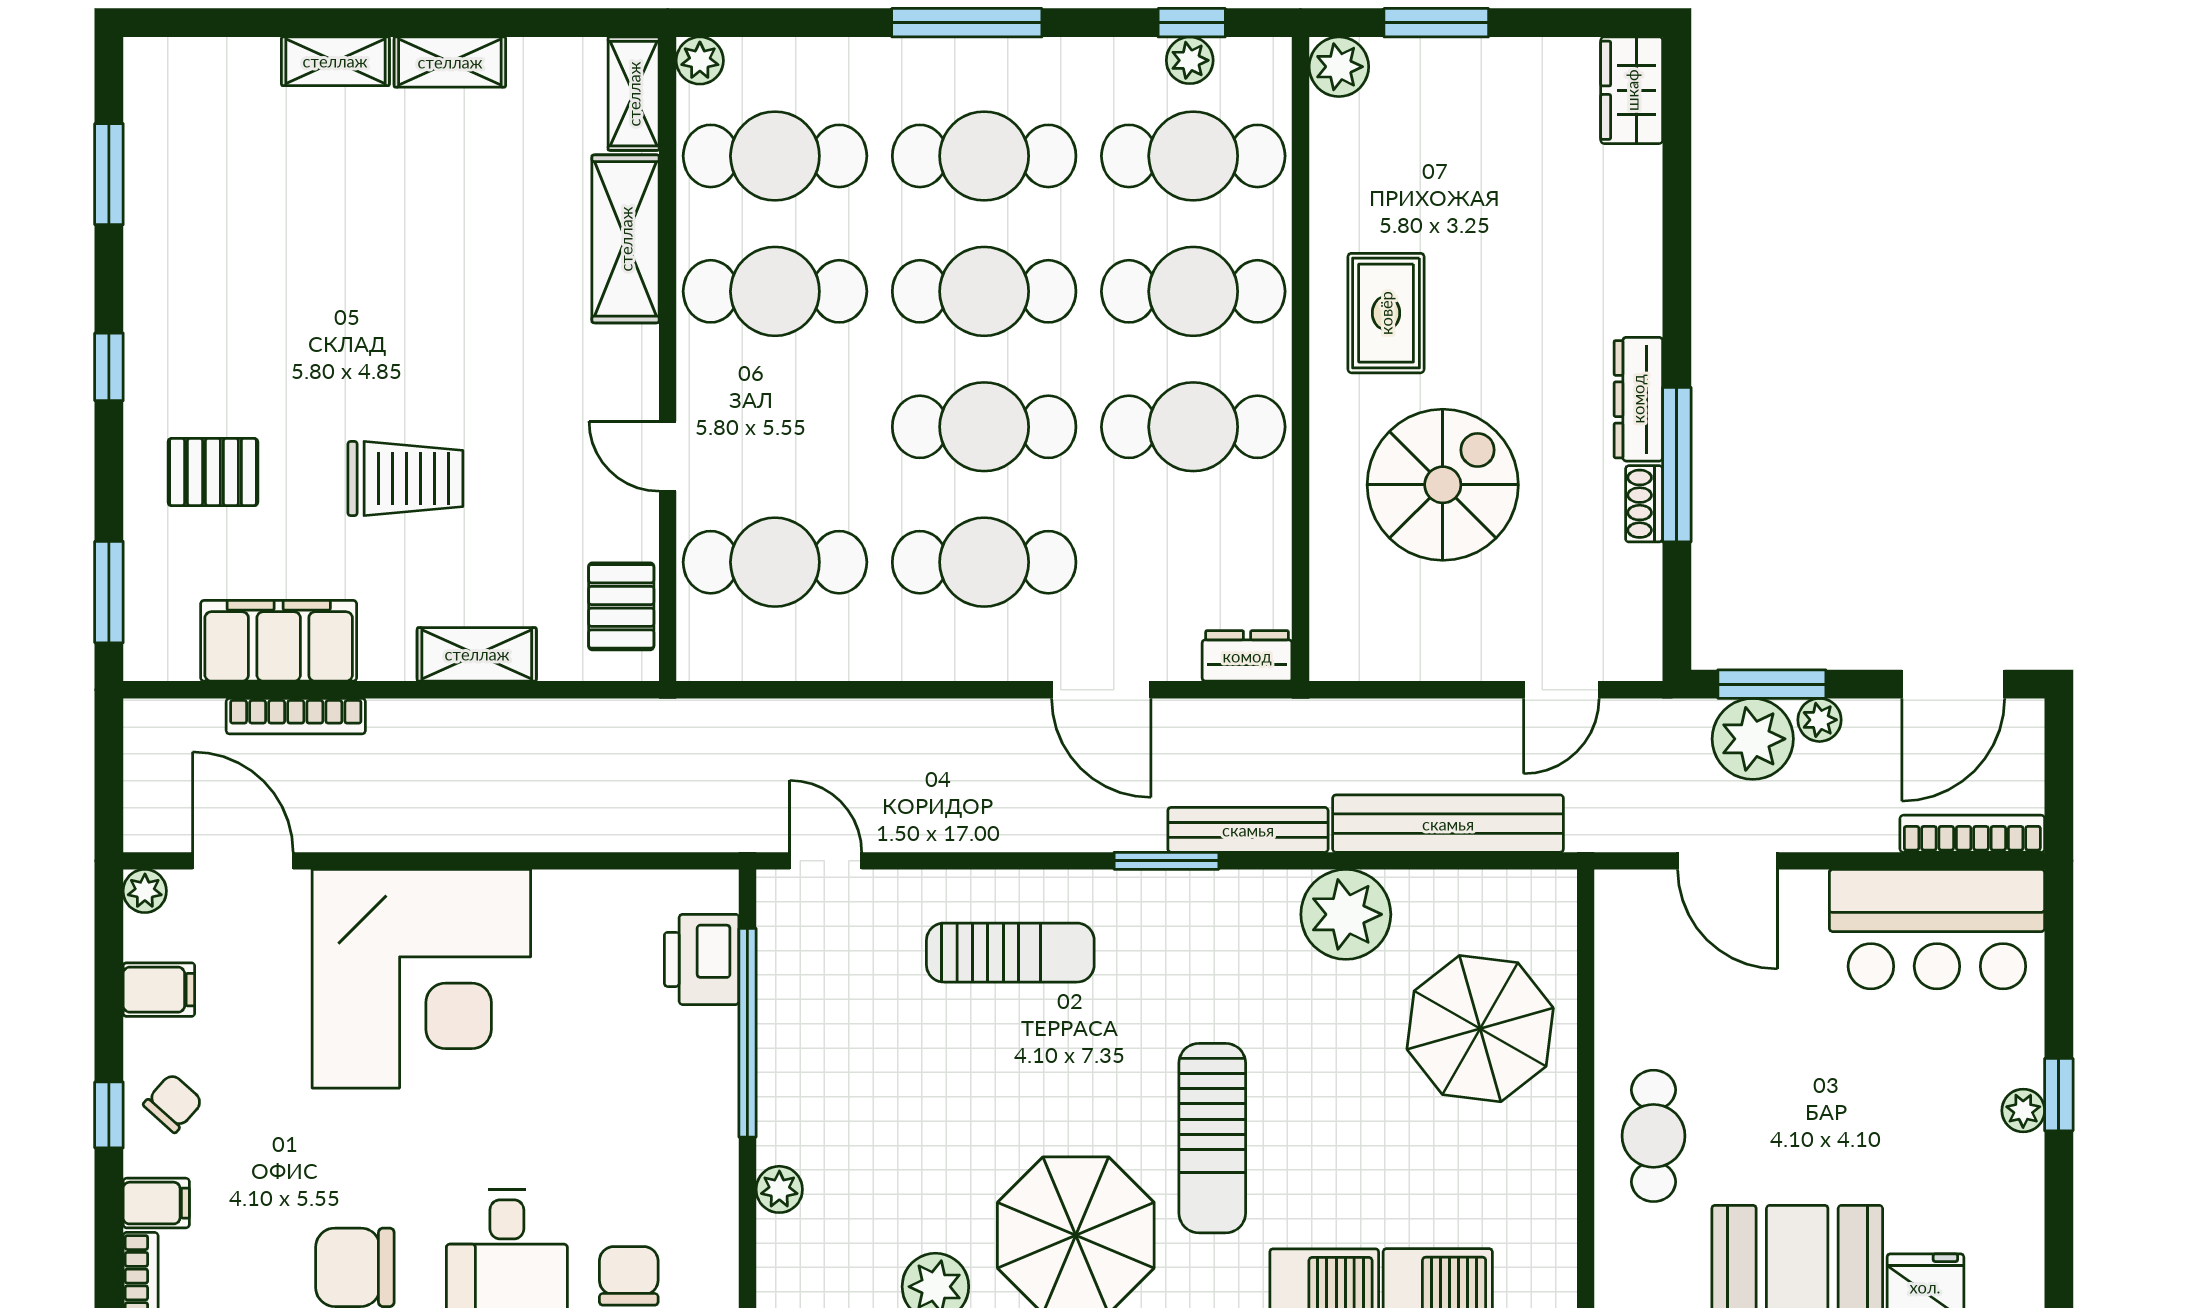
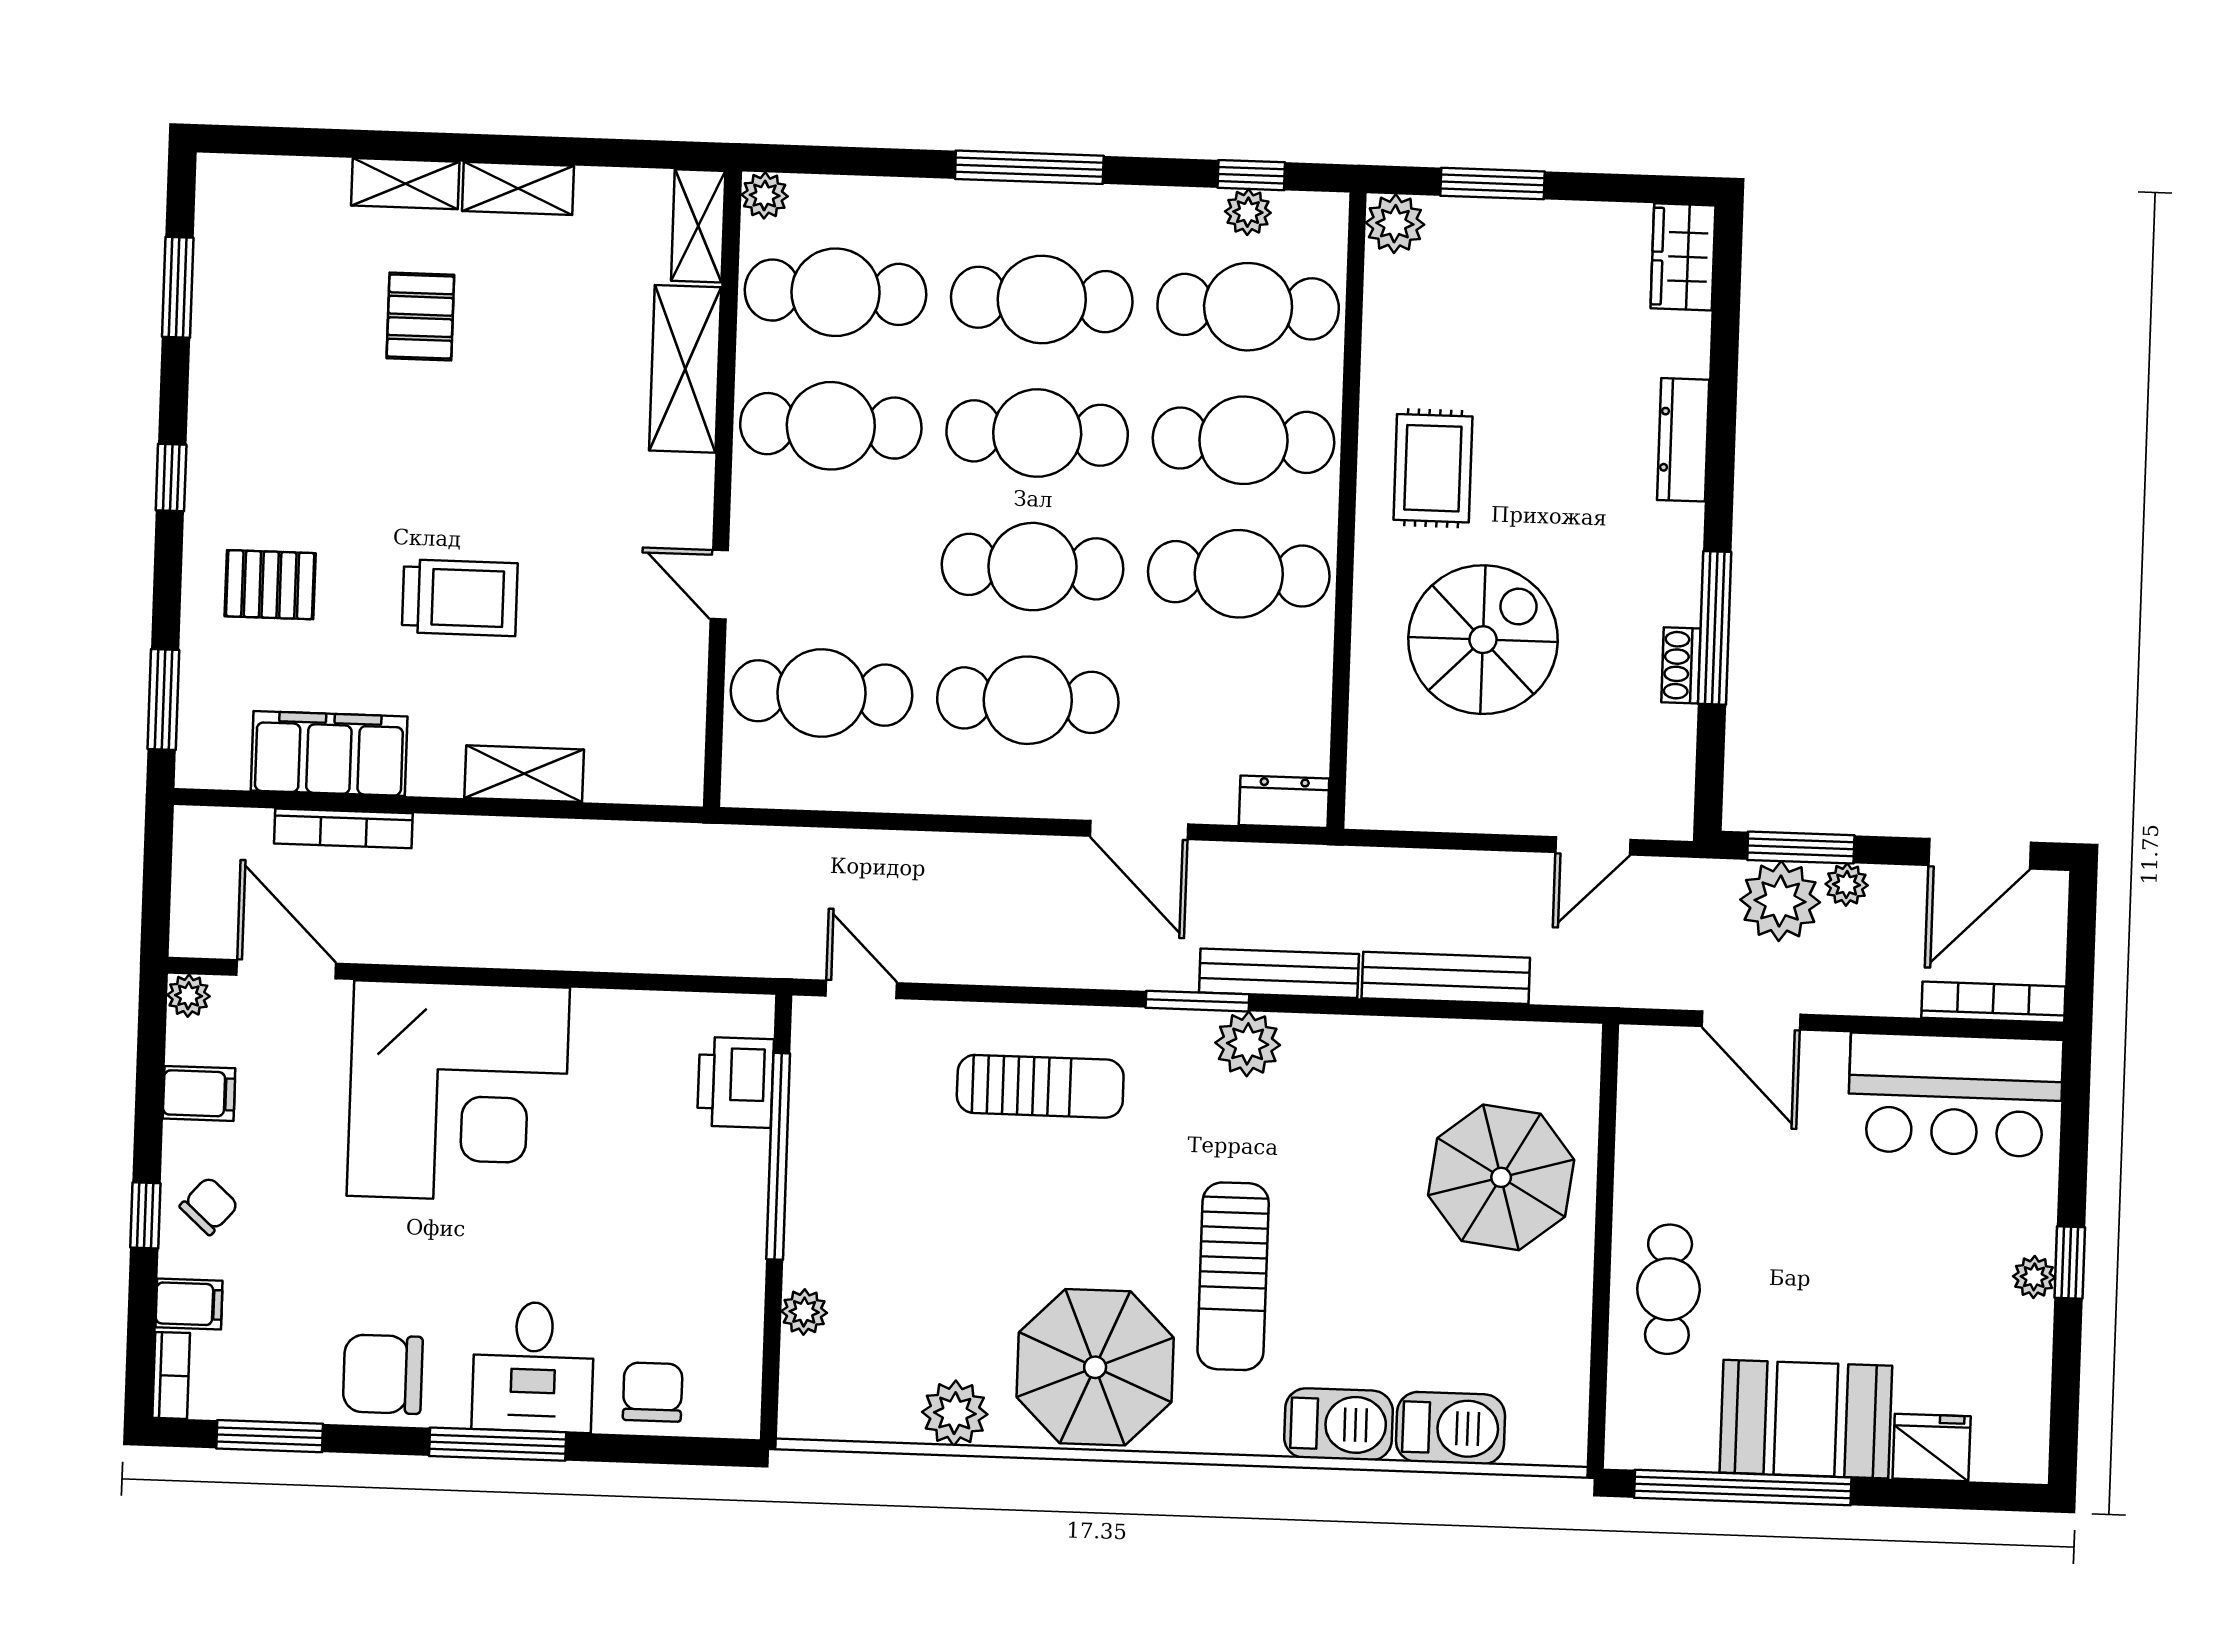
dresser: (1638, 399) -> (1683, 440), moved
pallet: (621, 606) -> (420, 316), moved
bench: (1448, 824) -> (1446, 978), width x0.73, depth x0.82
plant: (1346, 914) -> (1248, 1044), moved, width x0.73, depth x0.73

